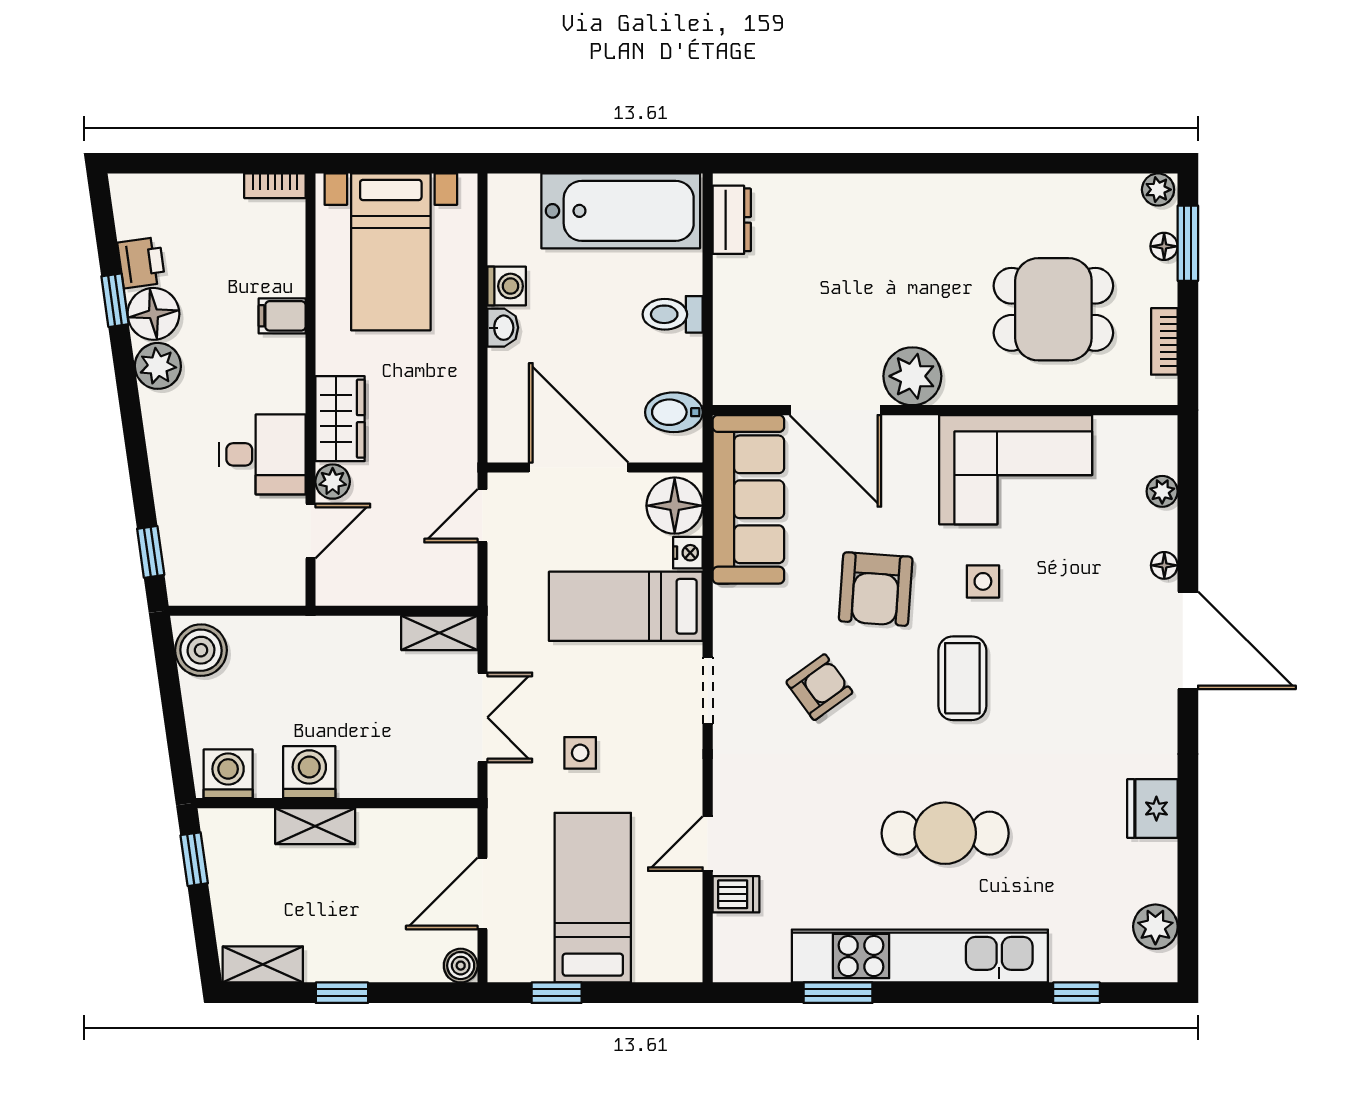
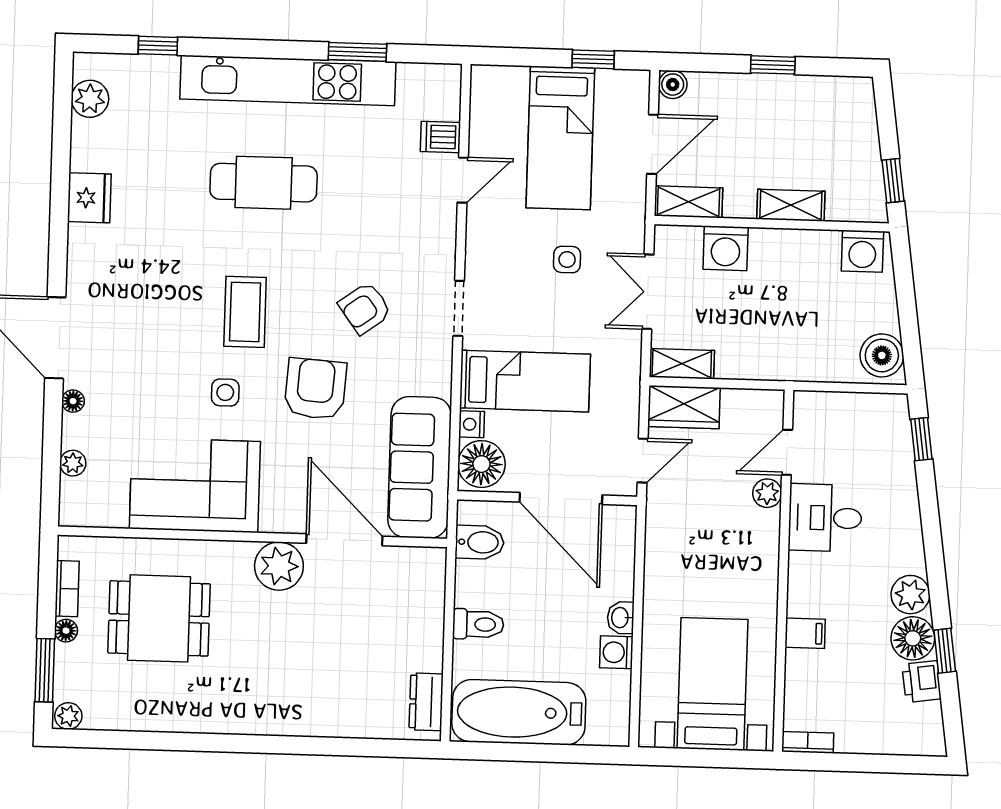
floor lamp: (1164, 246) -> (66, 631), moved
wardrobe: (340, 419) -> (684, 407), moved, turned -90
washing machine: (309, 772) -> (726, 248), moved
shelving: (263, 964) -> (689, 202), moved

